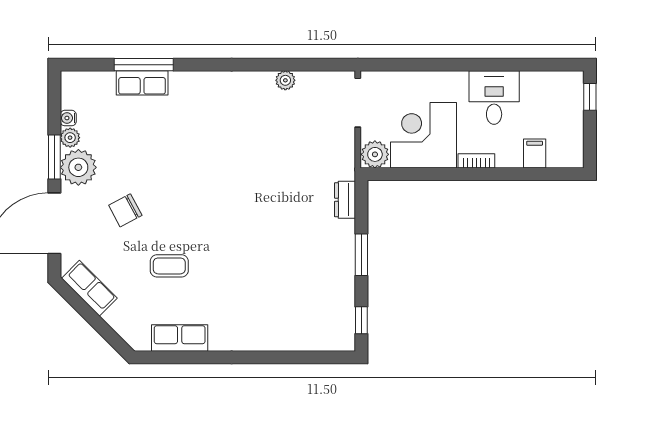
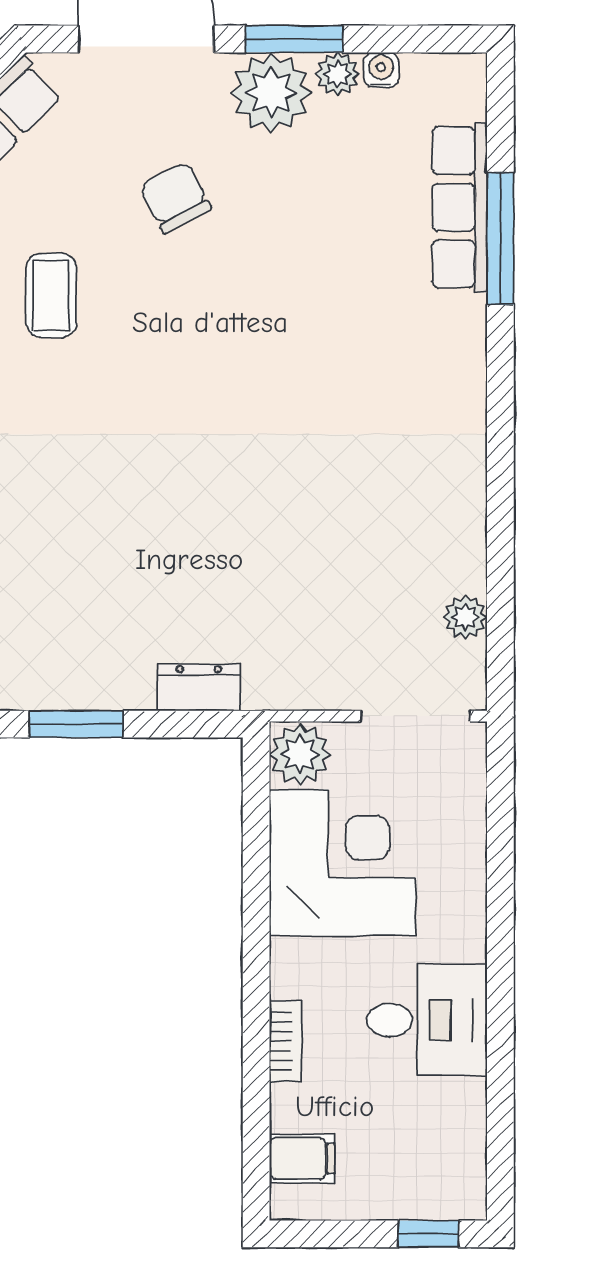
plant: (285, 80) -> (465, 617), moved
row of seats: (142, 83) -> (460, 207), width x1.48
filing cabinet: (535, 153) -> (302, 1158), moved
bookcase: (476, 161) -> (286, 1041), moved

